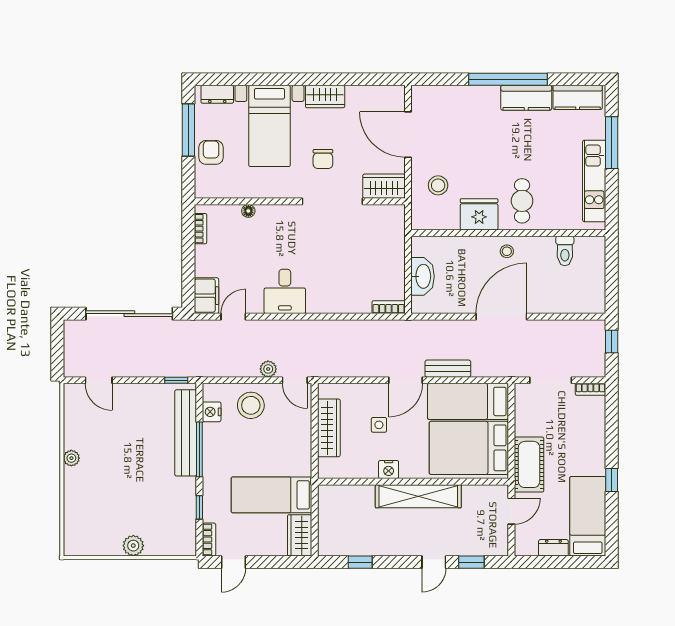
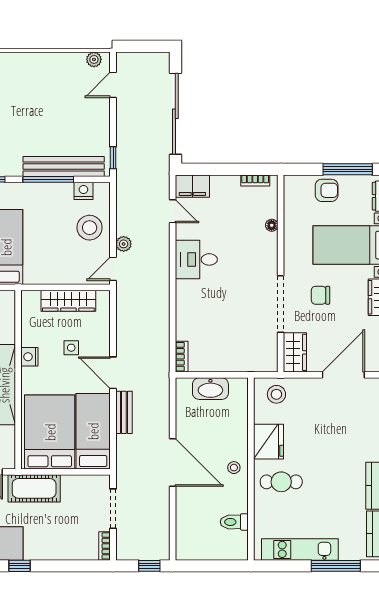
stool: (438, 185) -> (276, 394), moved
plant: (71, 458) -> (94, 59), moved

